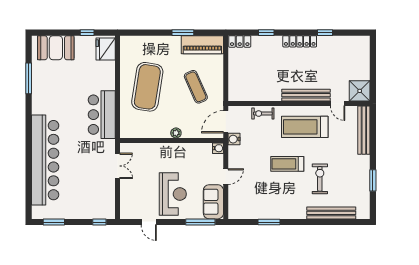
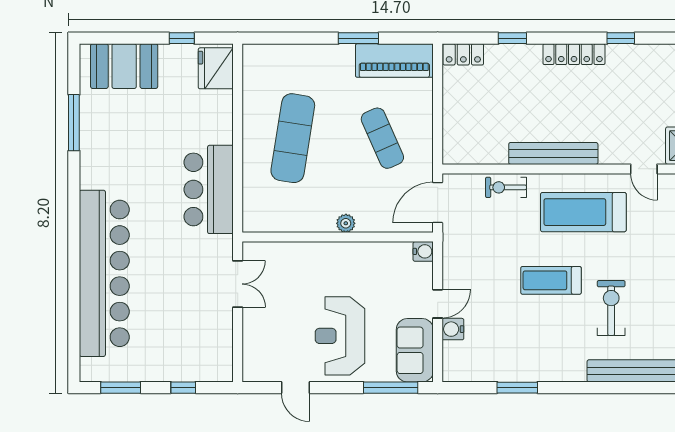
exercise mat: (147, 87) -> (293, 138), width x0.68
bench: (306, 95) -> (553, 153), moved
water cooler: (234, 139) -> (453, 329), moved
reception desk: (173, 194) -> (340, 336), turned 180
window: (99, 222) -> (183, 388), moved

